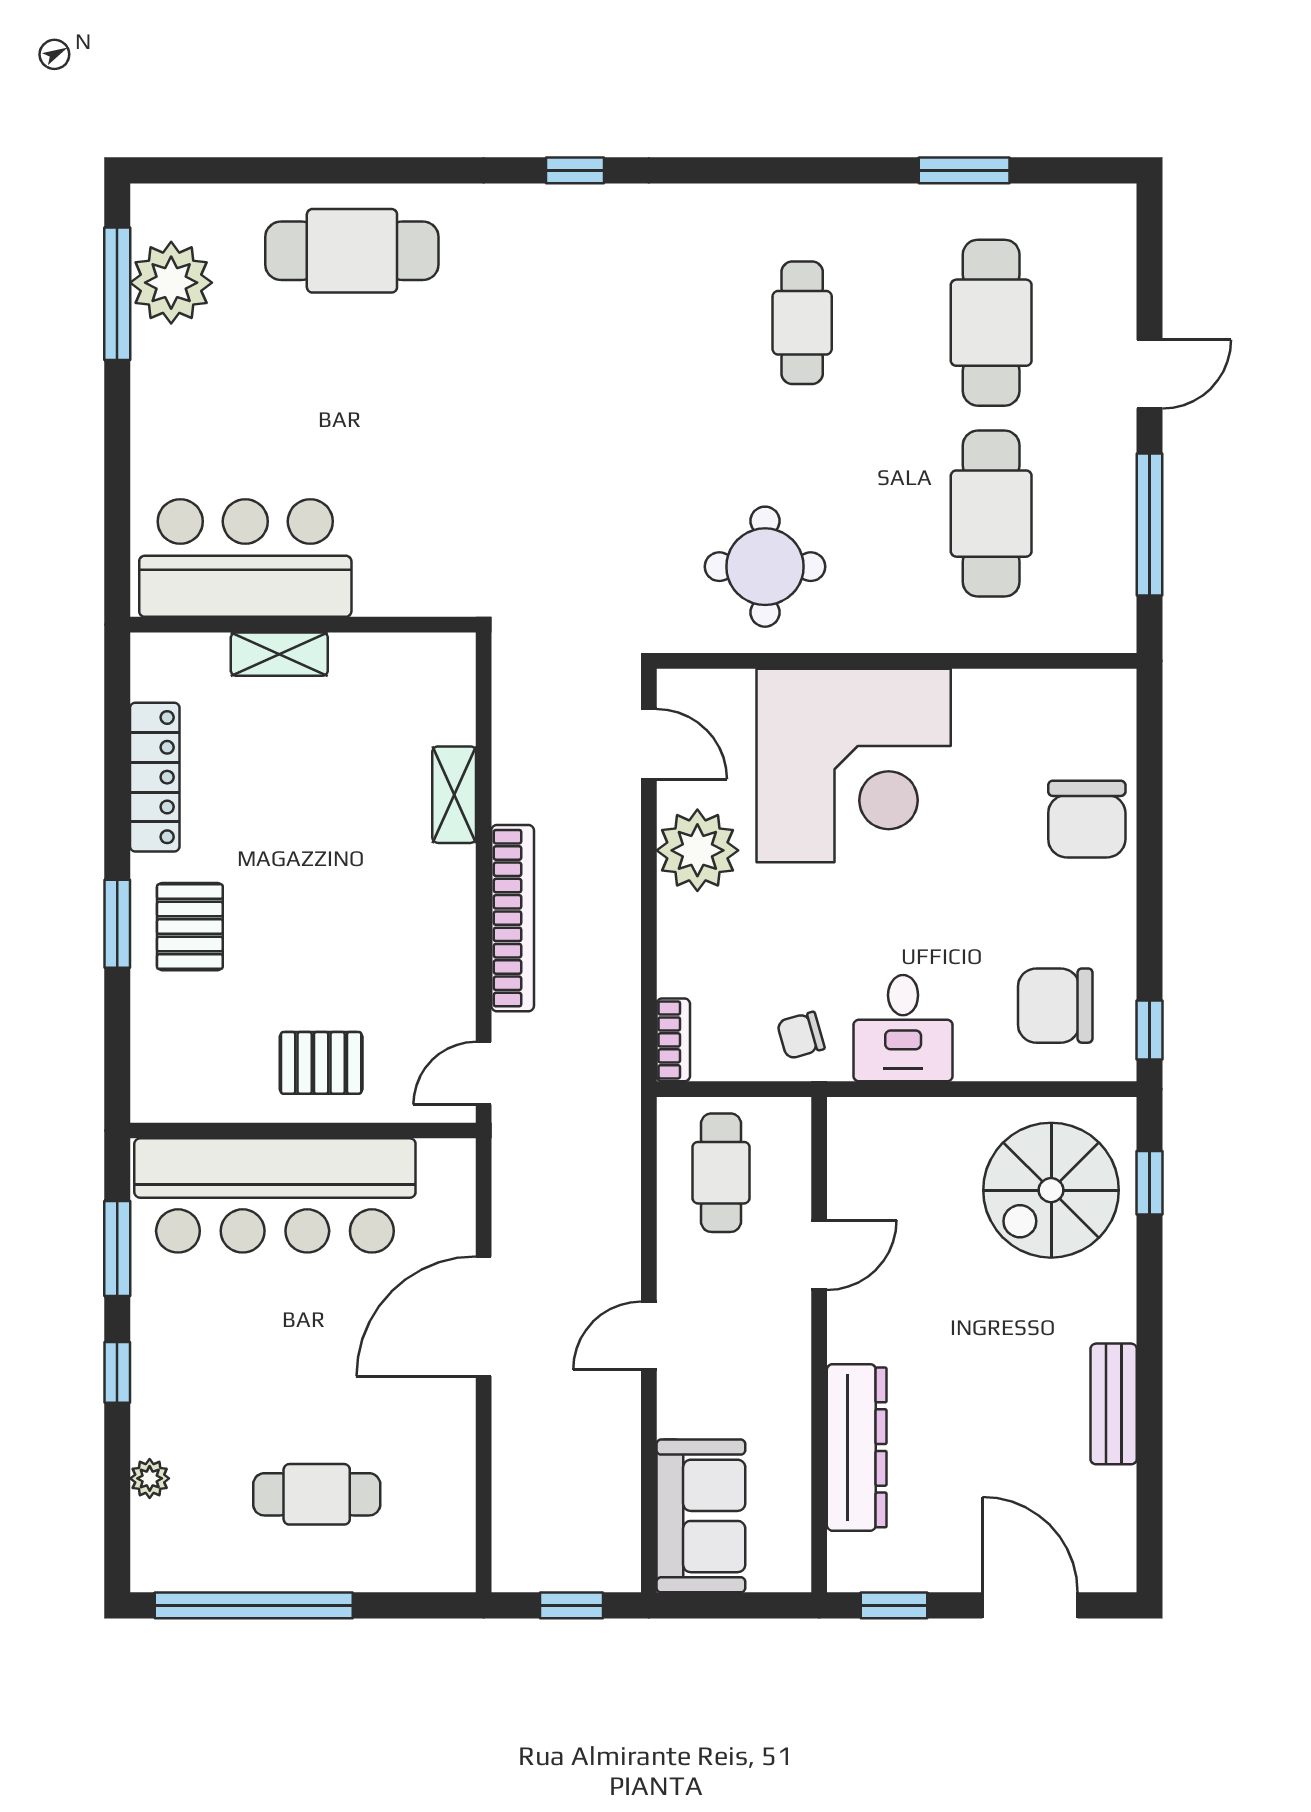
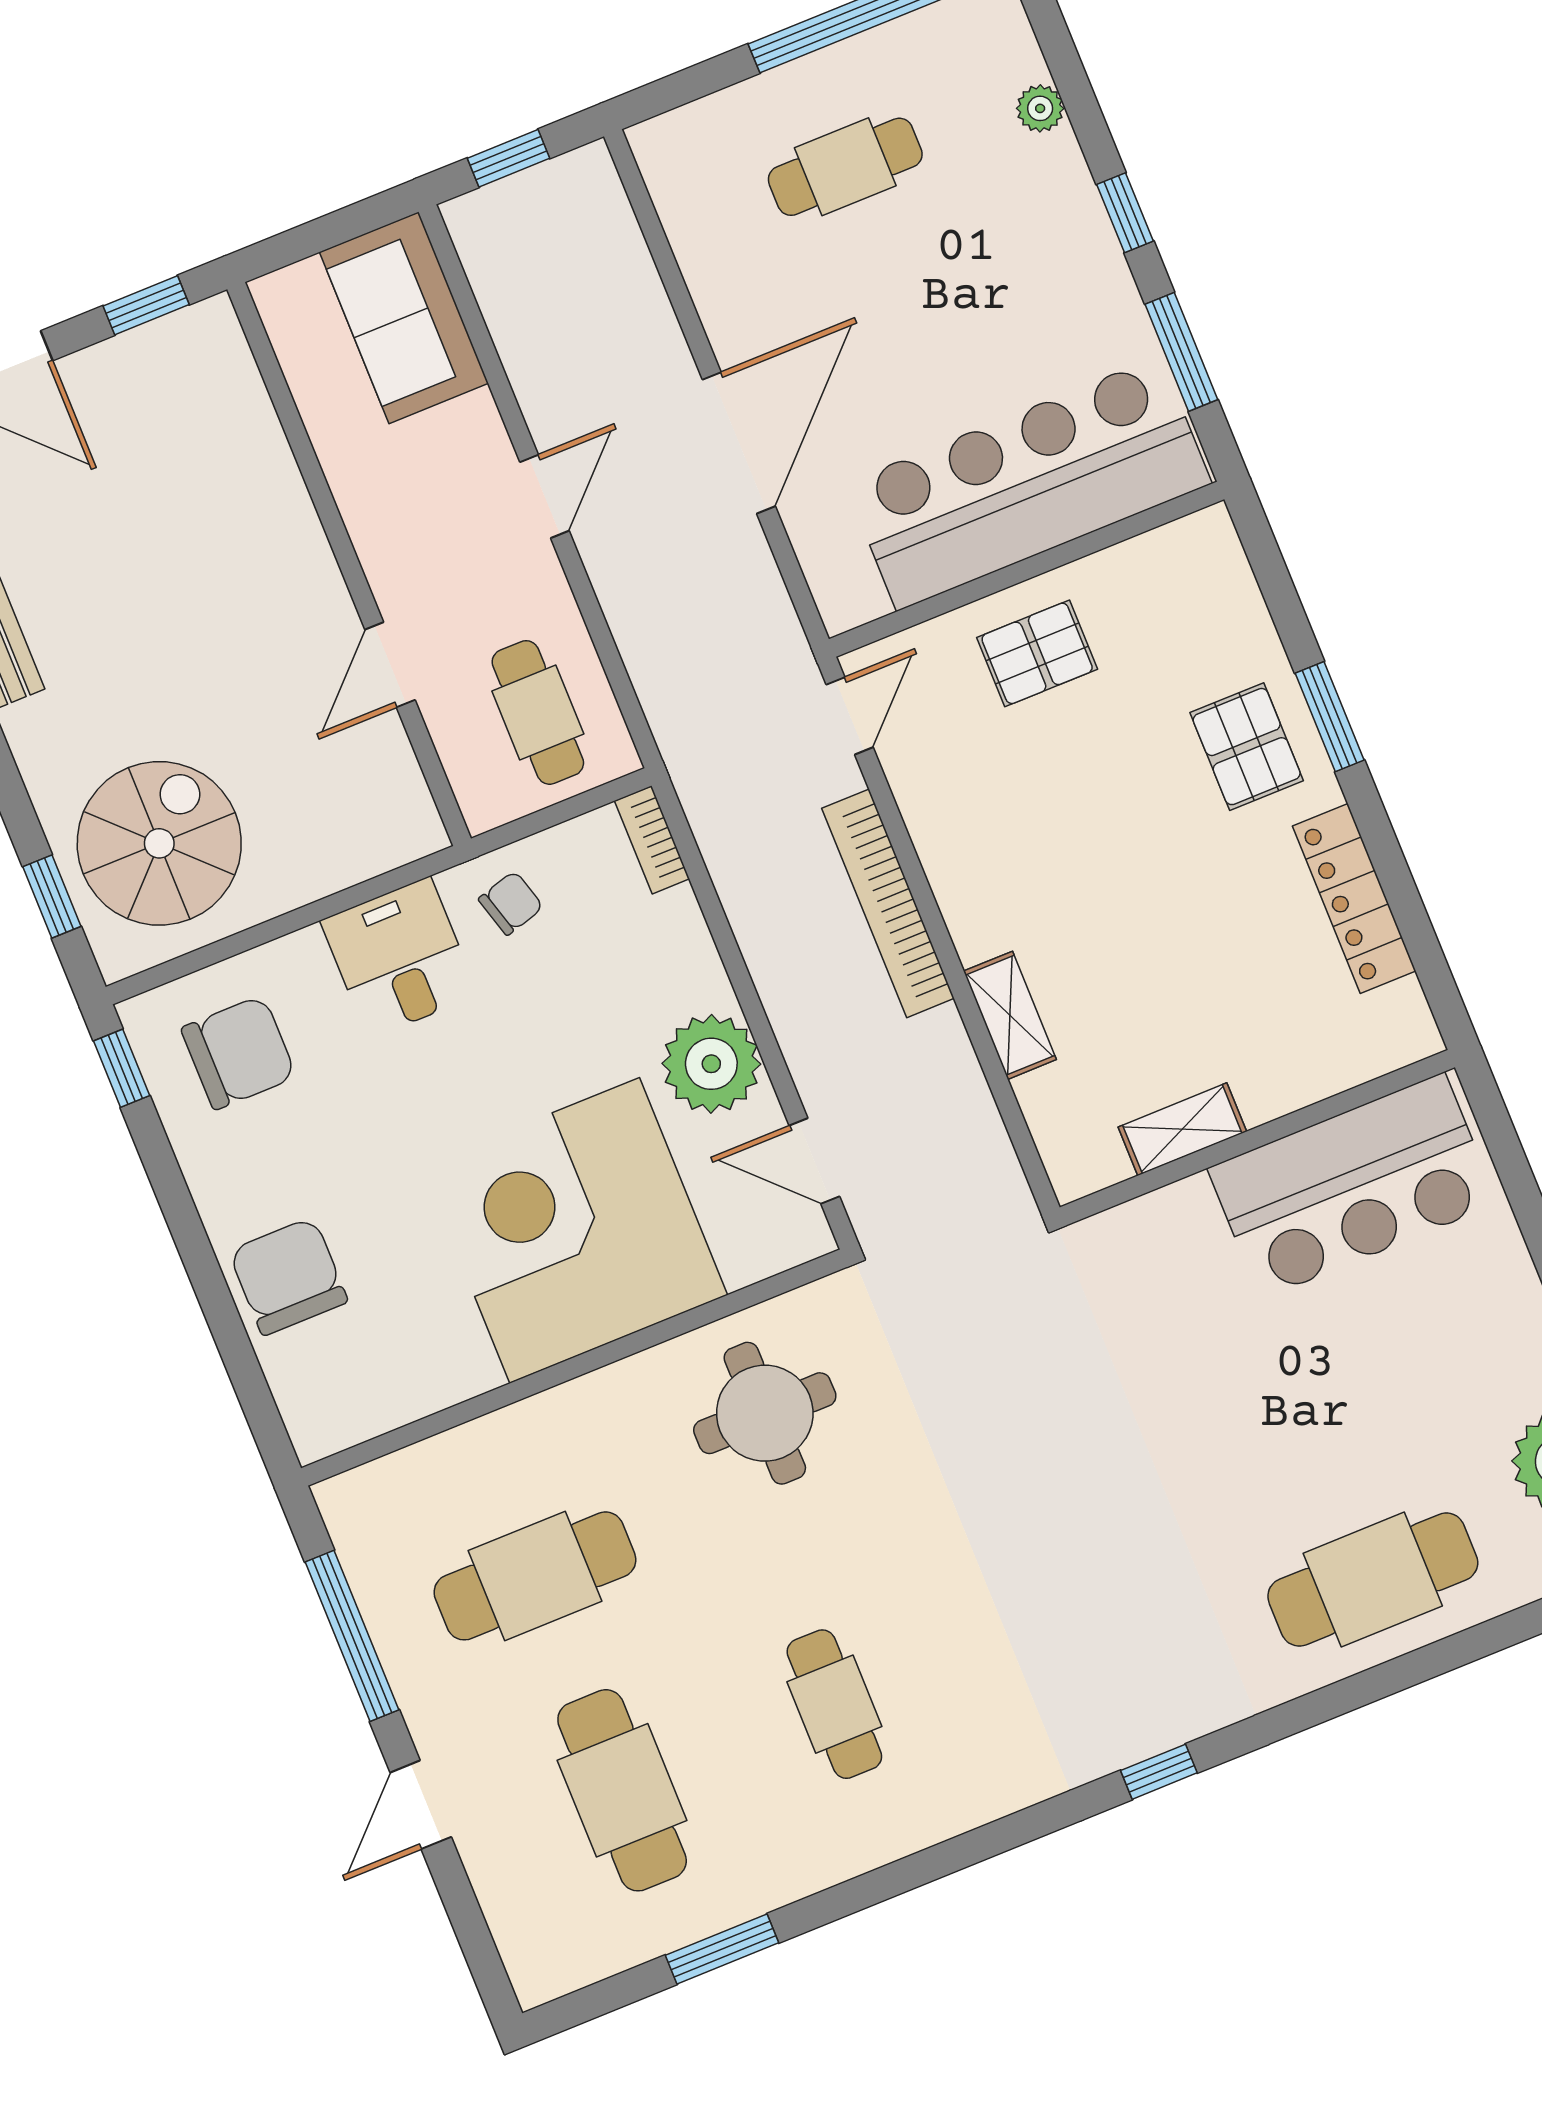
cafe table: (991, 514) -> (535, 1576), turned 90
shelving: (279, 654) -> (1182, 1129), moved
dresser: (857, 1447) -> (260, 466), removed

